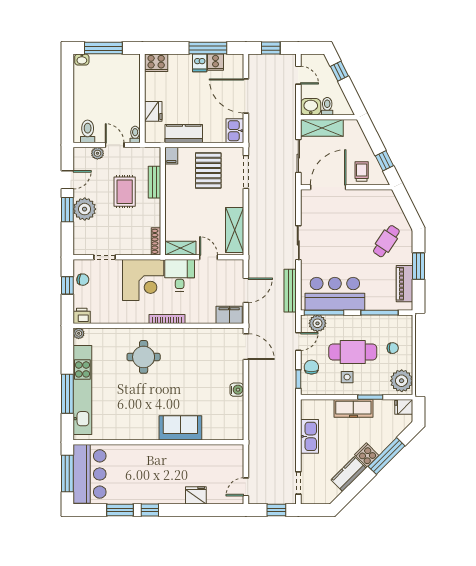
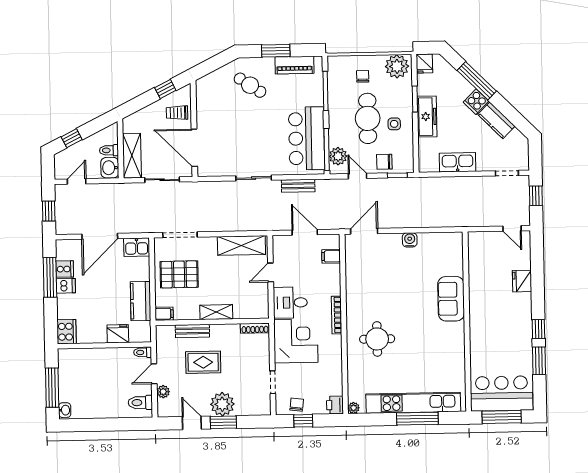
shelving: (180, 248) -> (216, 312), moved, turned 90
bench: (290, 291) -> (298, 186), width x0.73
filing cabinet: (229, 315) -> (331, 256), width x0.50

